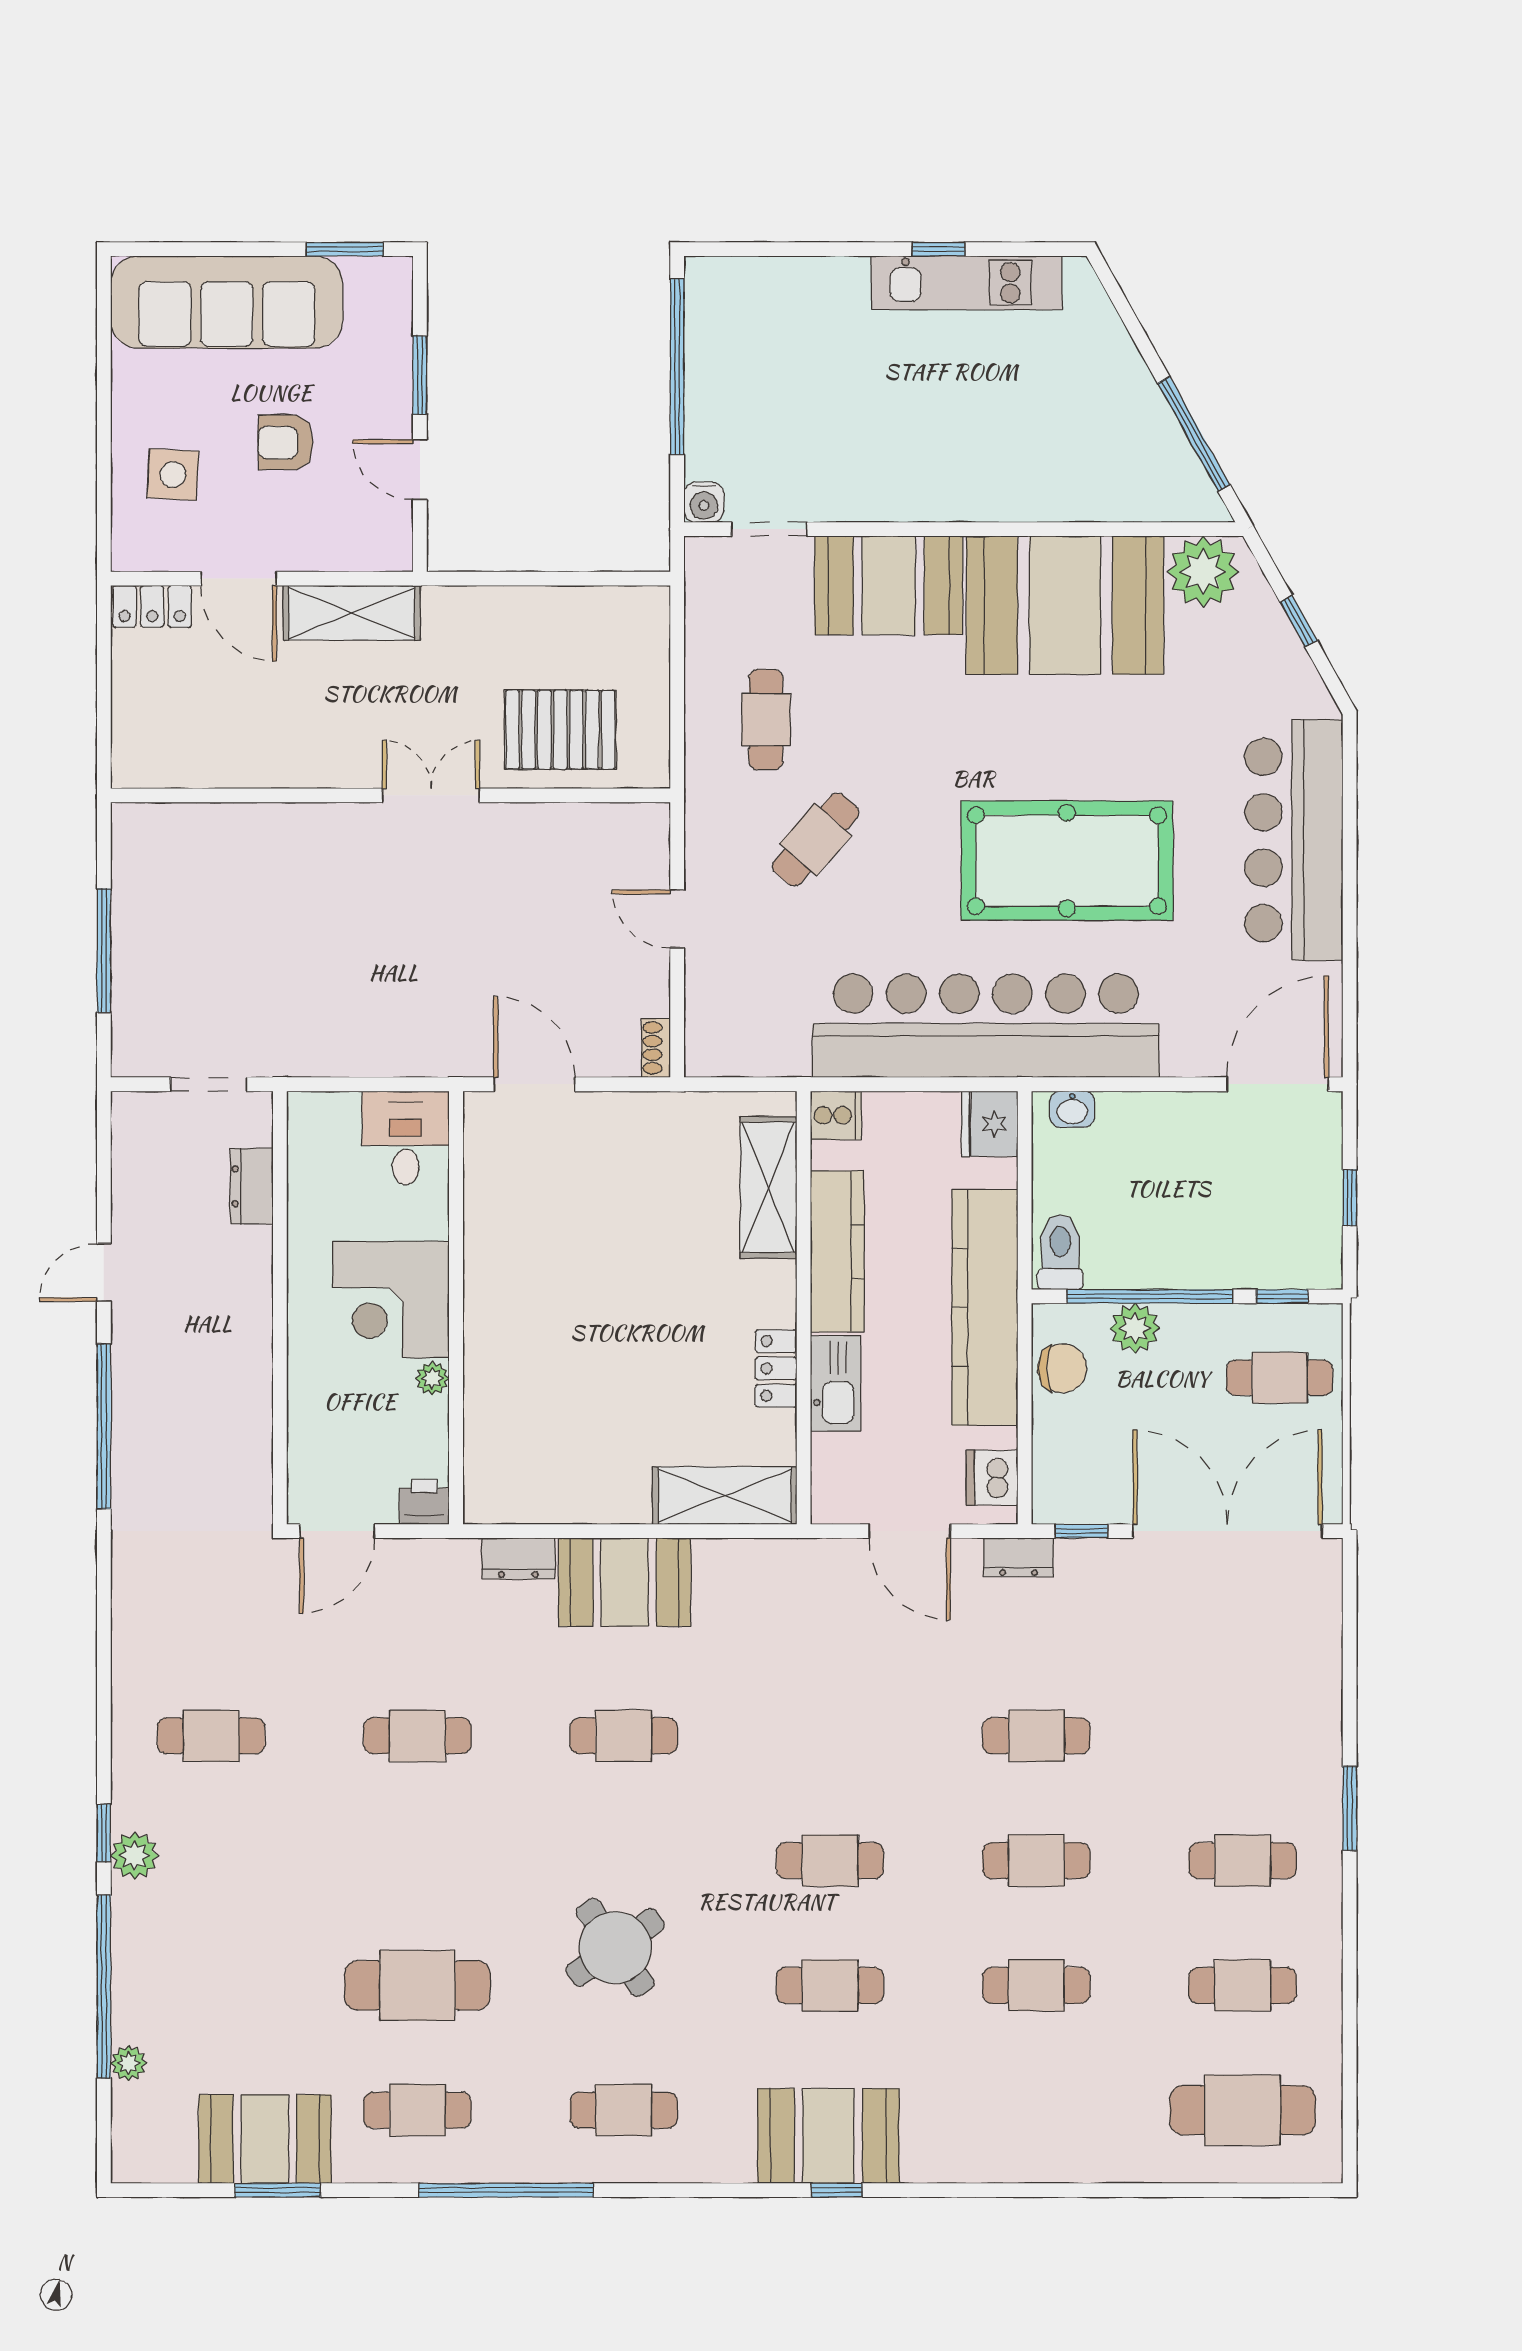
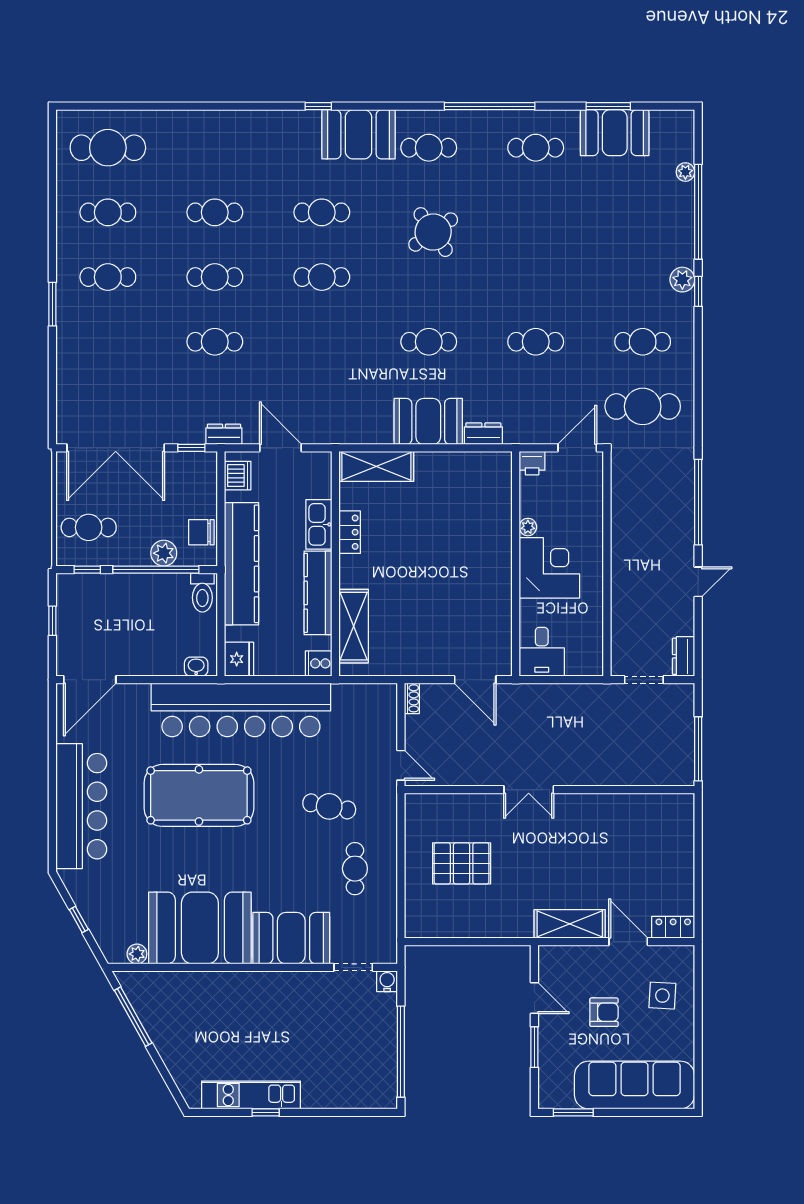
plant: (1203, 572) -> (137, 954), width x0.53, depth x0.53
wall: (391, 795) -> (550, 790), moved
double door: (431, 795) -> (529, 790), moved
cafe table: (816, 840) -> (329, 806), turned 60
dresser: (252, 1186) -> (684, 656), moved, turned 180
cafe table: (417, 1985) -> (643, 406), moved
booth: (828, 2136) -> (359, 134), moved

